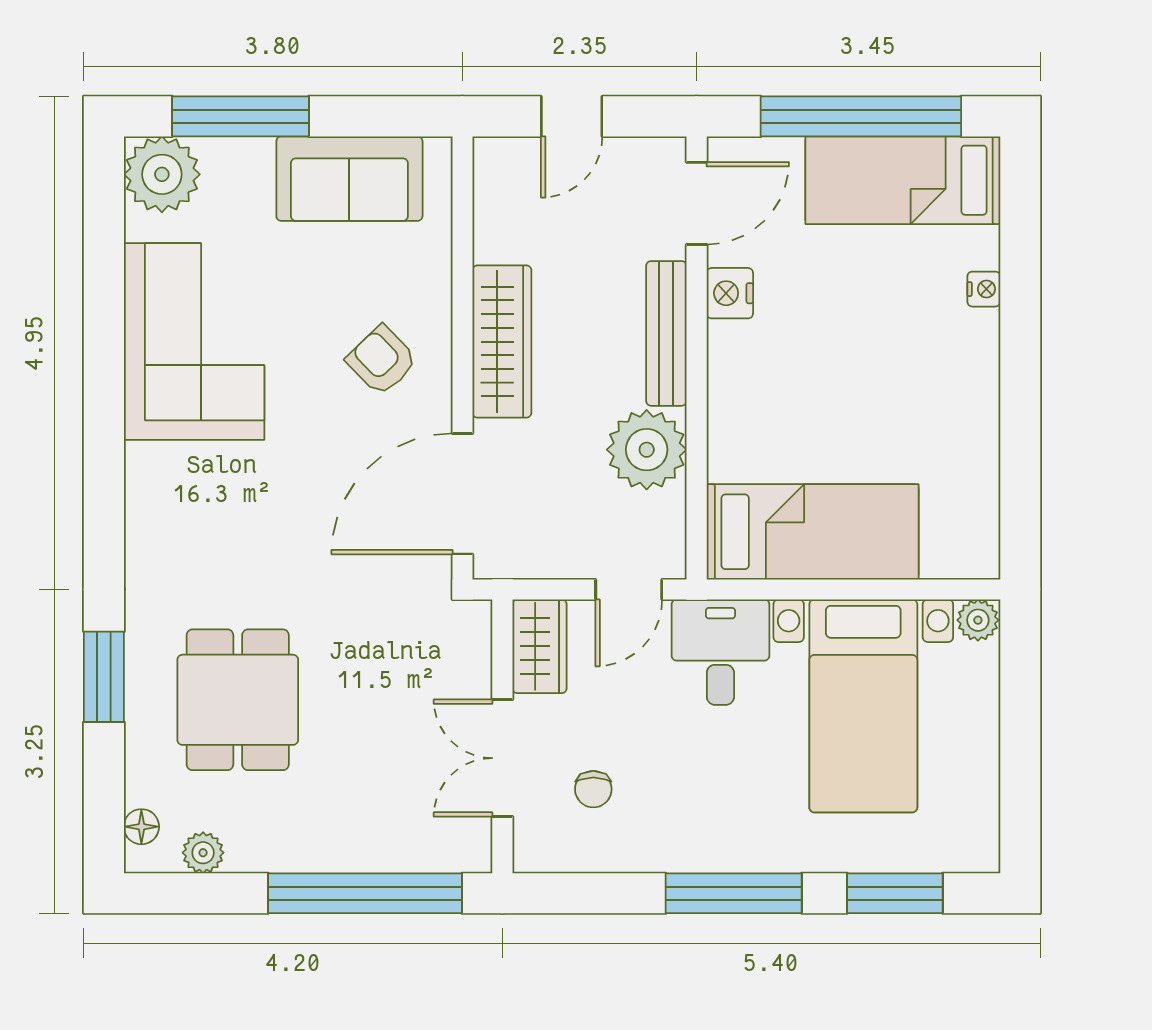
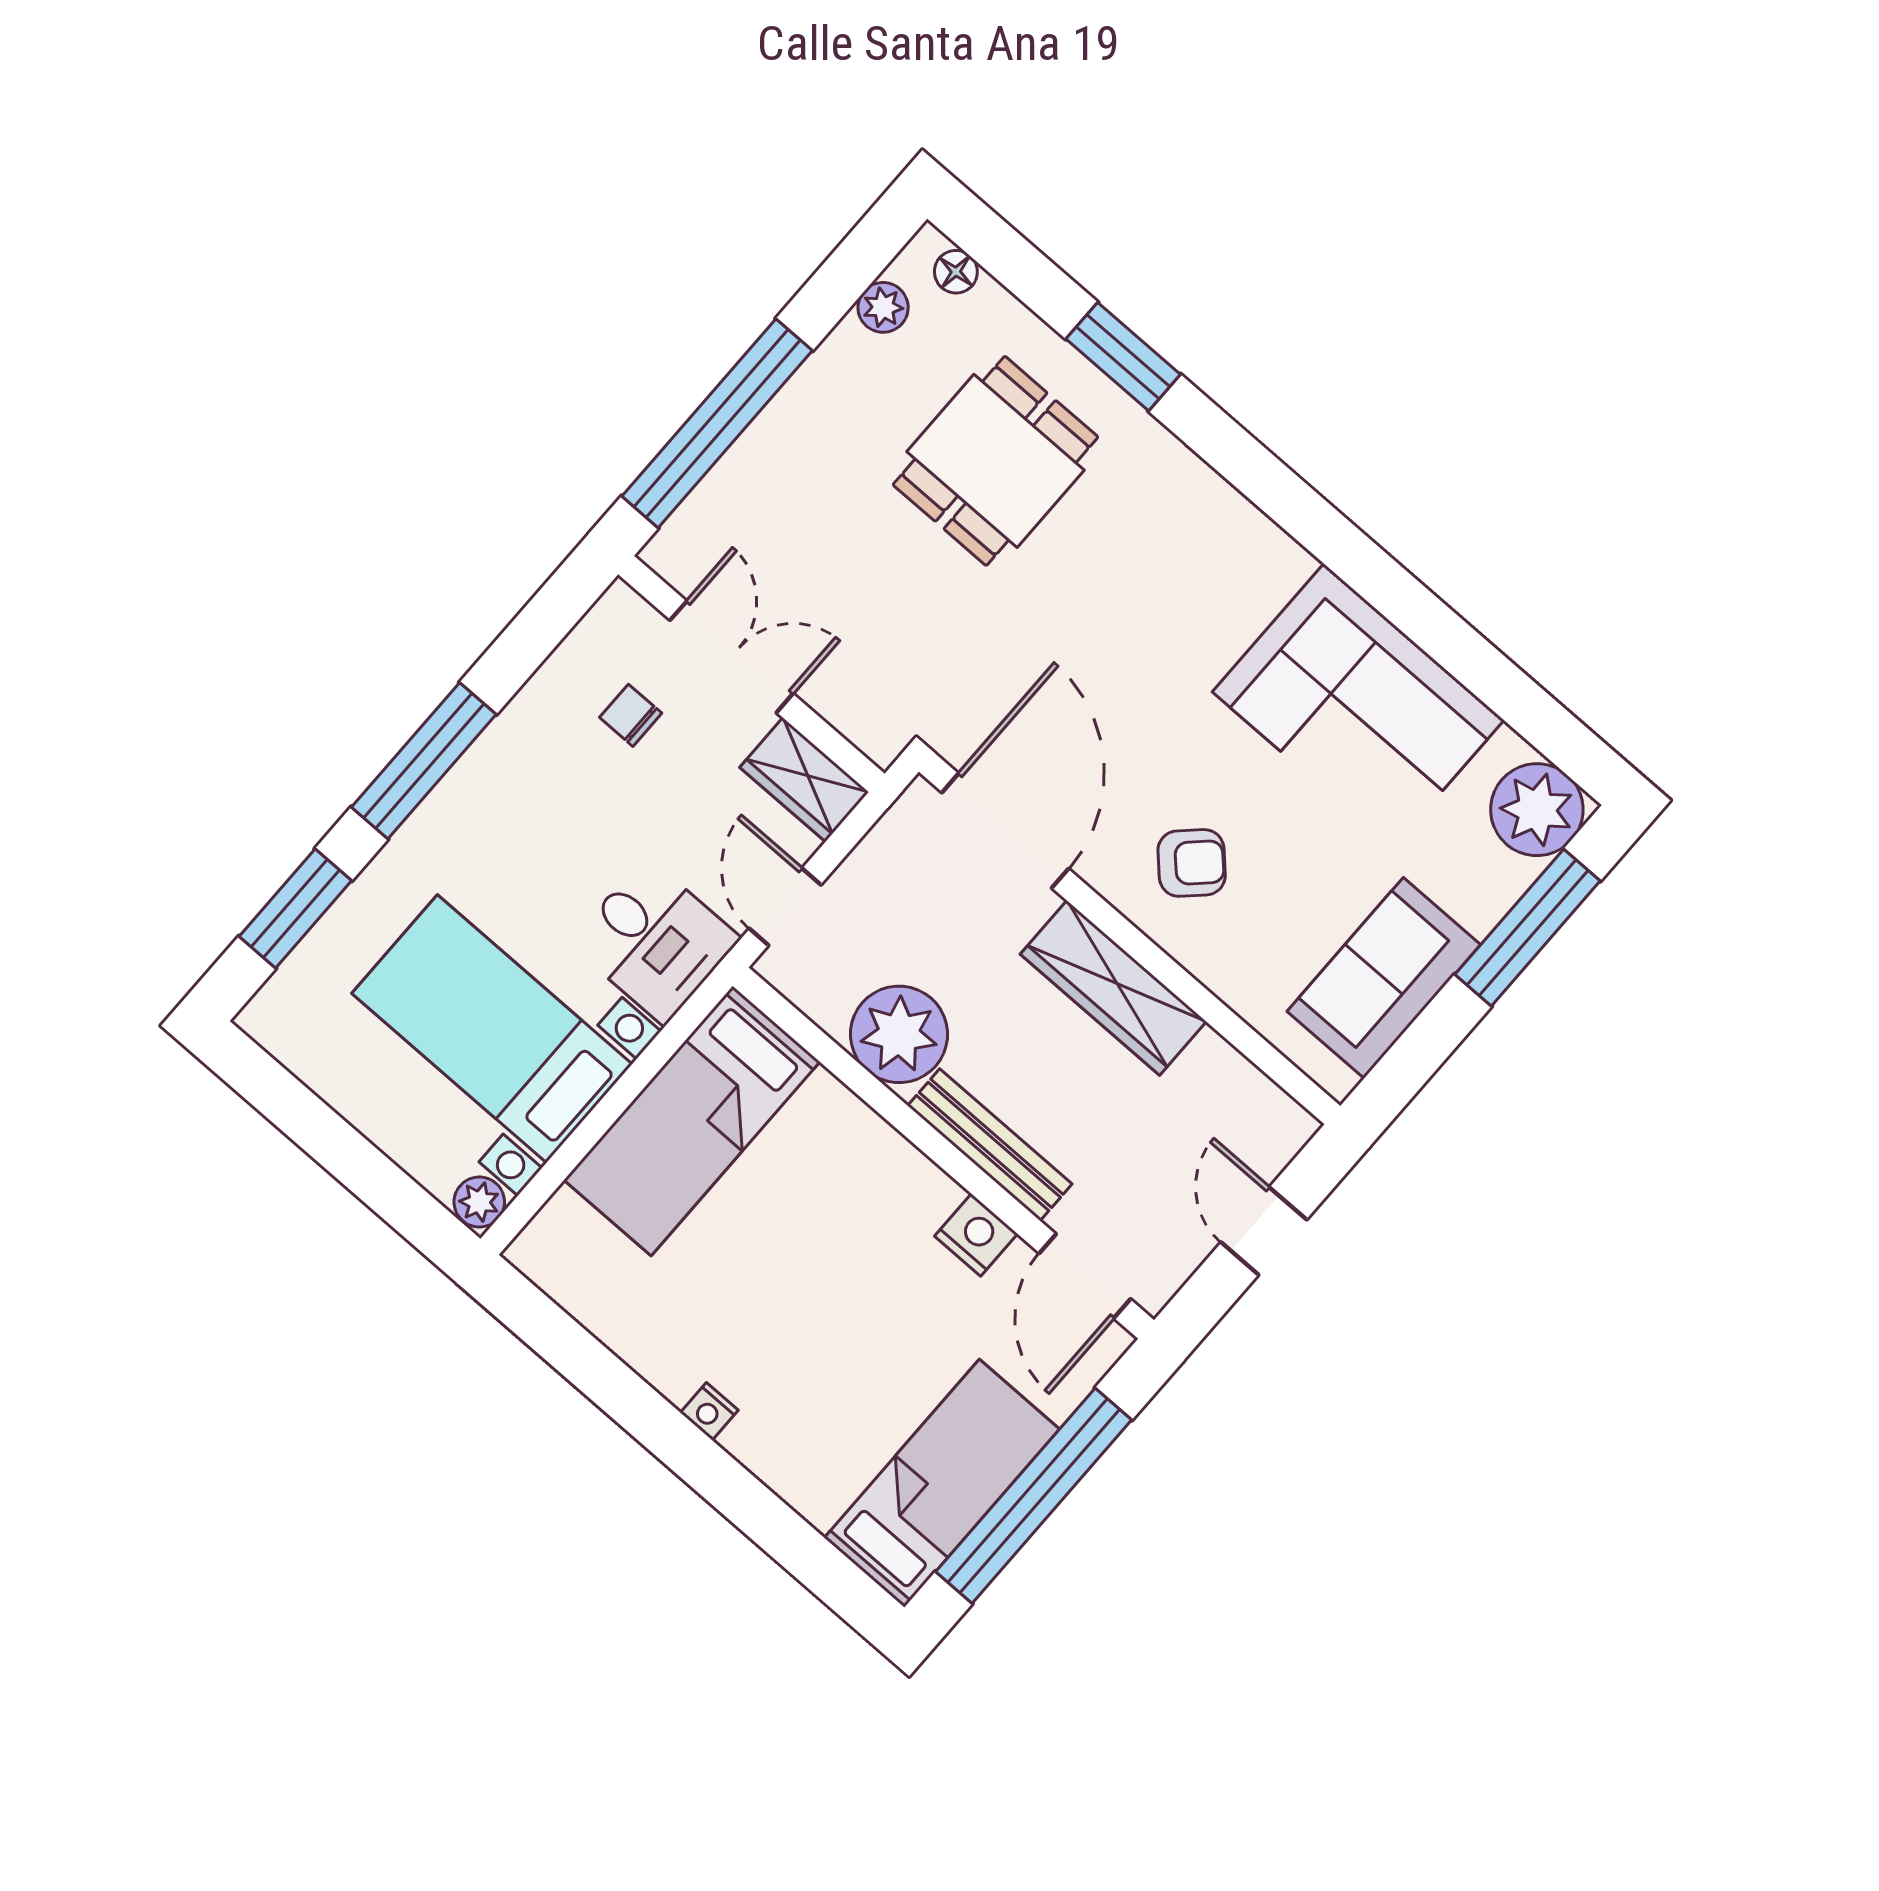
nightstand: (984, 289) -> (709, 1411), moved
dining table: (238, 700) -> (995, 461), turned 90

